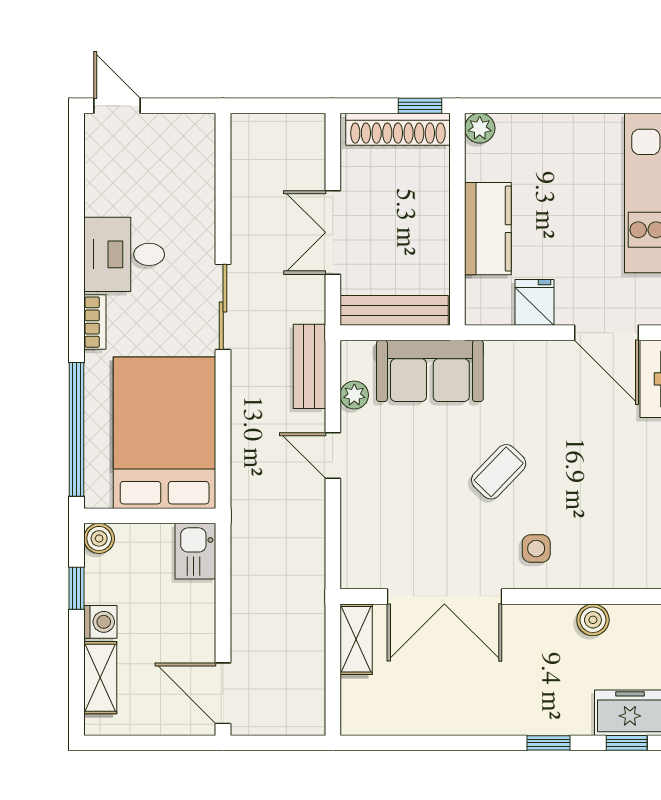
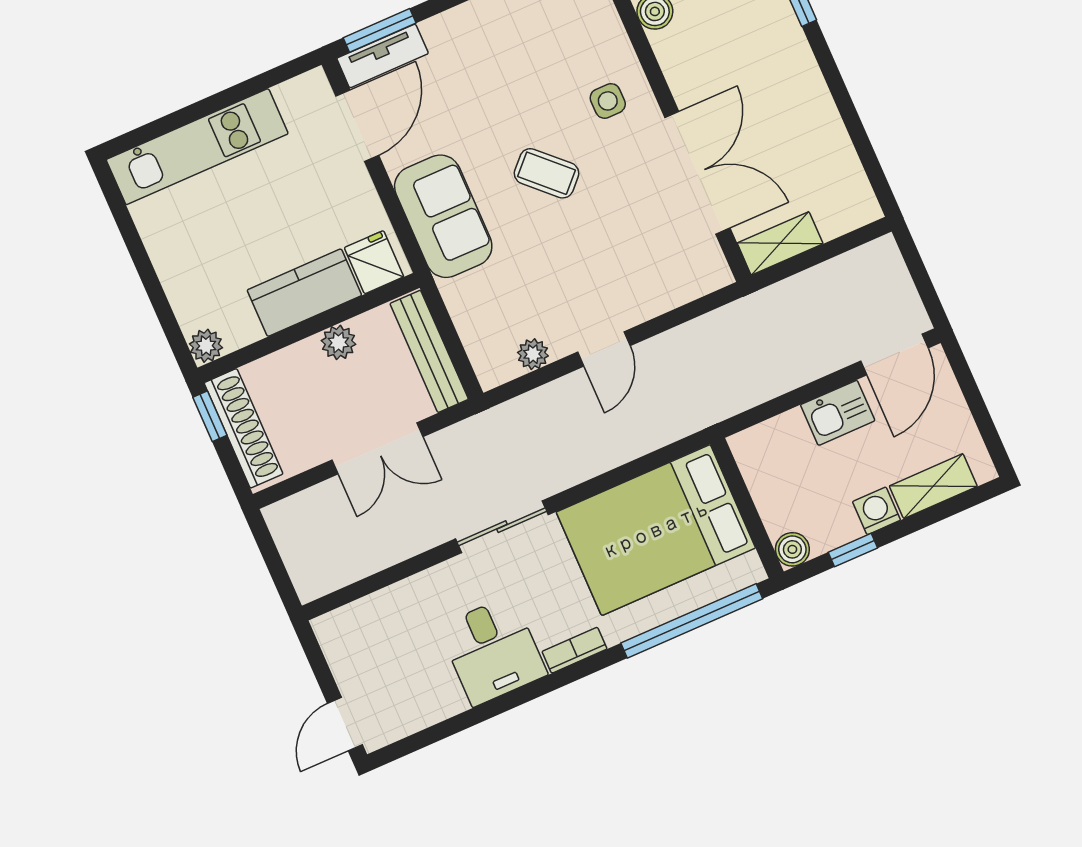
plant: (434, 239) -> (339, 342), added
fridge: (534, 302) -> (374, 262), moved, turned 90
bench: (309, 366) -> (524, 412), removed
sofa: (430, 371) -> (443, 216), moved
kitchen sink: (195, 551) -> (838, 413), moved

